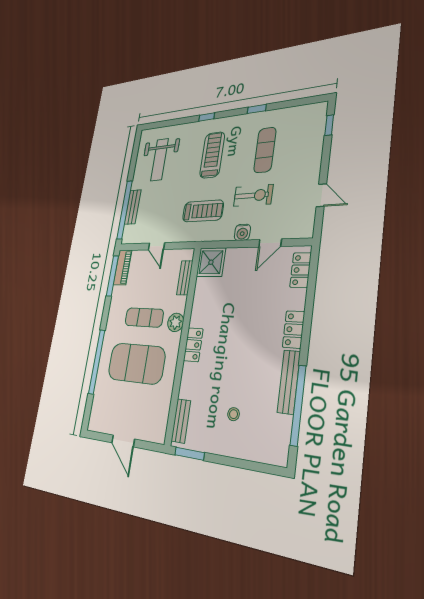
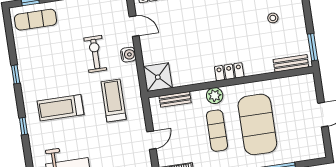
exercise mat: (265, 150) -> (36, 20), moved

